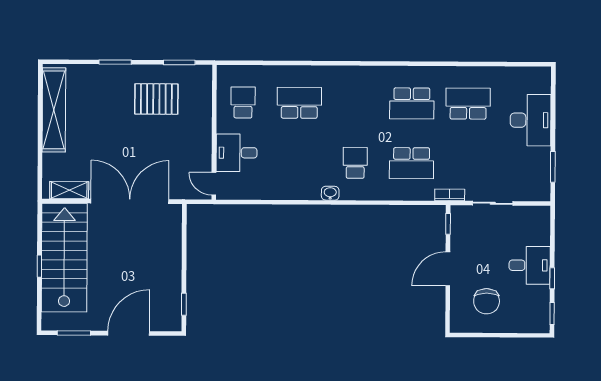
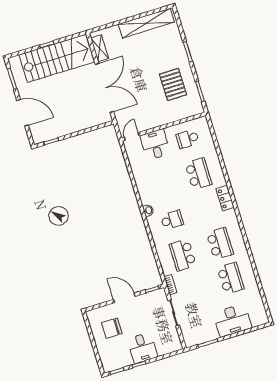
locker: (347, 75) -> (225, 198), added
school desk: (243, 102) -> (188, 139), turned 180
school desk: (412, 103) -> (220, 243), turned 180

